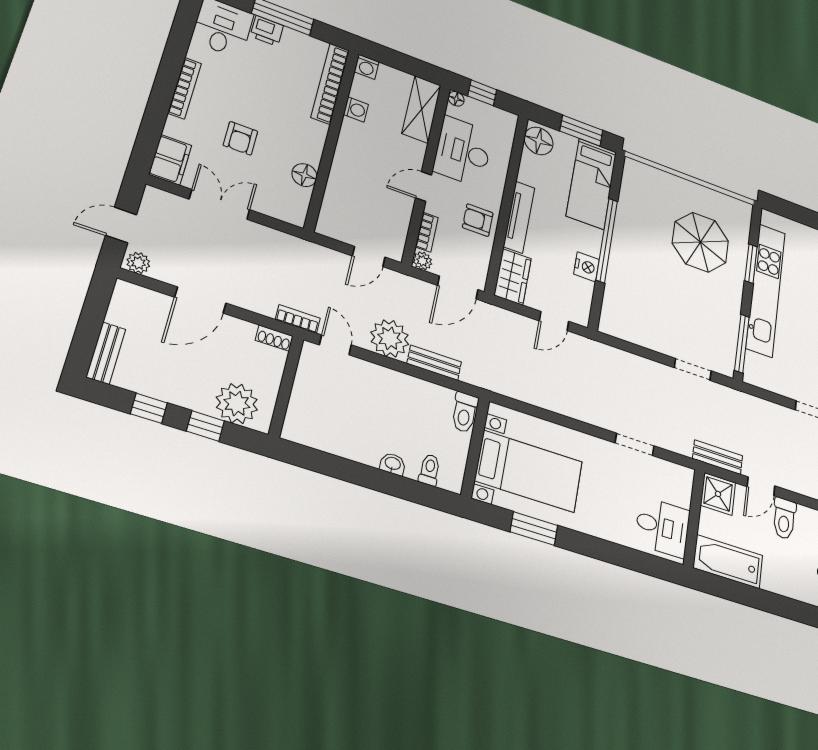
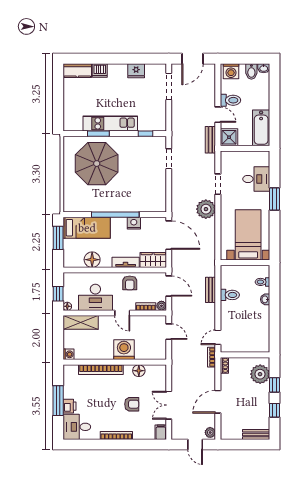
bookcase: (330, 84) -> (101, 370), moved
washing machine: (356, 110) -> (124, 350), moved, width x1.89, depth x1.89
floor lamp: (539, 141) -> (92, 260), moved
filing cabinet: (170, 160) -> (161, 432), width x0.50
tv unit: (519, 217) -> (126, 262), width x0.71
parasol: (700, 242) -> (97, 164), width x1.36, depth x1.36
kitchen unit: (766, 290) -> (110, 123), width x0.73
door: (200, 300) -> (218, 402), swing flipped
door: (554, 321) -> (169, 235), width x1.87
plant: (390, 338) -> (206, 209), moved
window: (742, 344) -> (145, 134), width x0.46
toilet: (465, 412) -> (230, 295), moved
desk: (662, 527) -> (256, 179), moved, turned 90
window: (534, 529) -> (274, 199), moved

